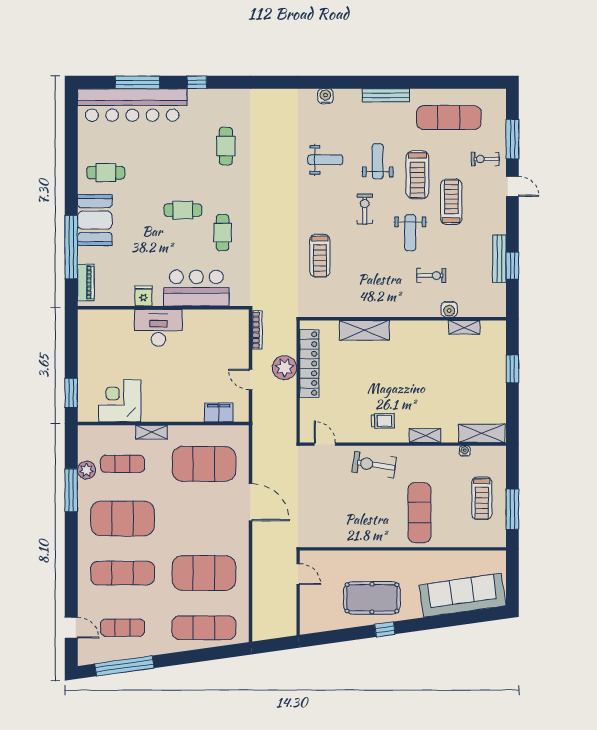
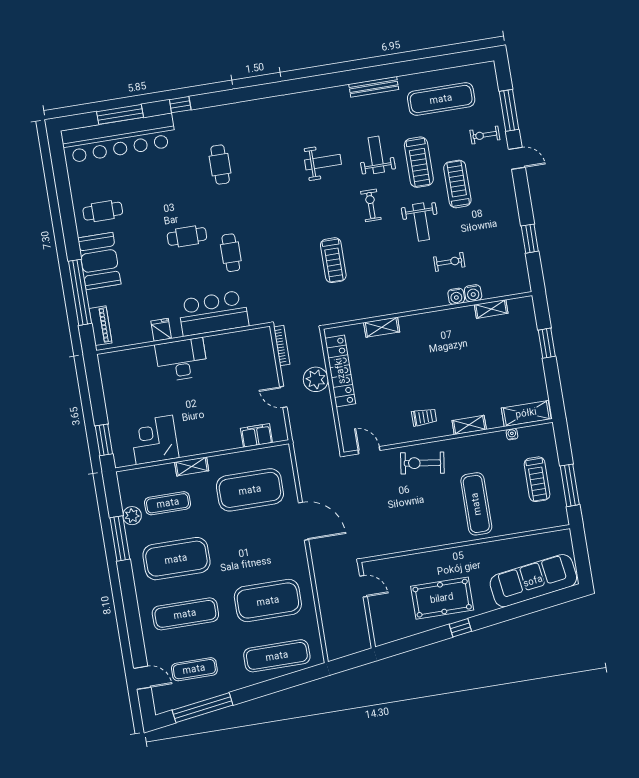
water cooler: (325, 96) -> (456, 296), moved, turned 180
bench: (499, 259) -> (516, 234), removed
shelving: (364, 330) -> (382, 327), width x0.67, depth x0.75

